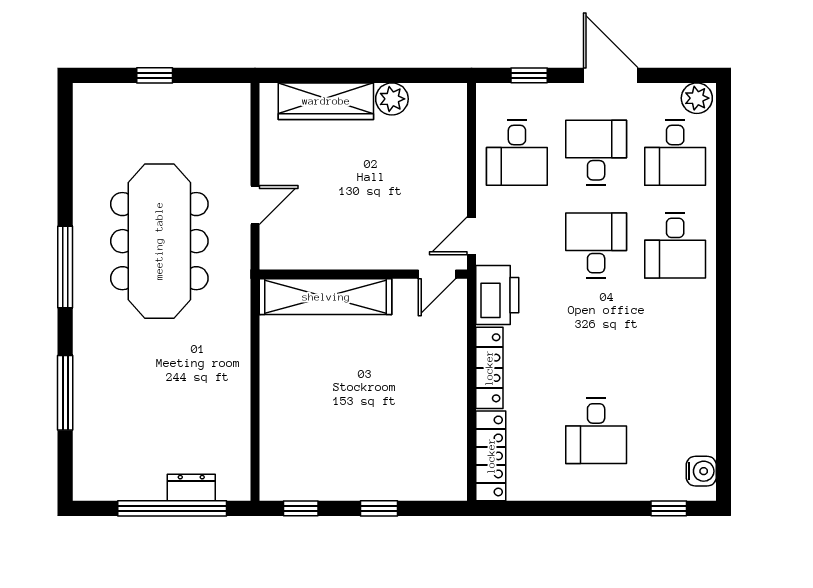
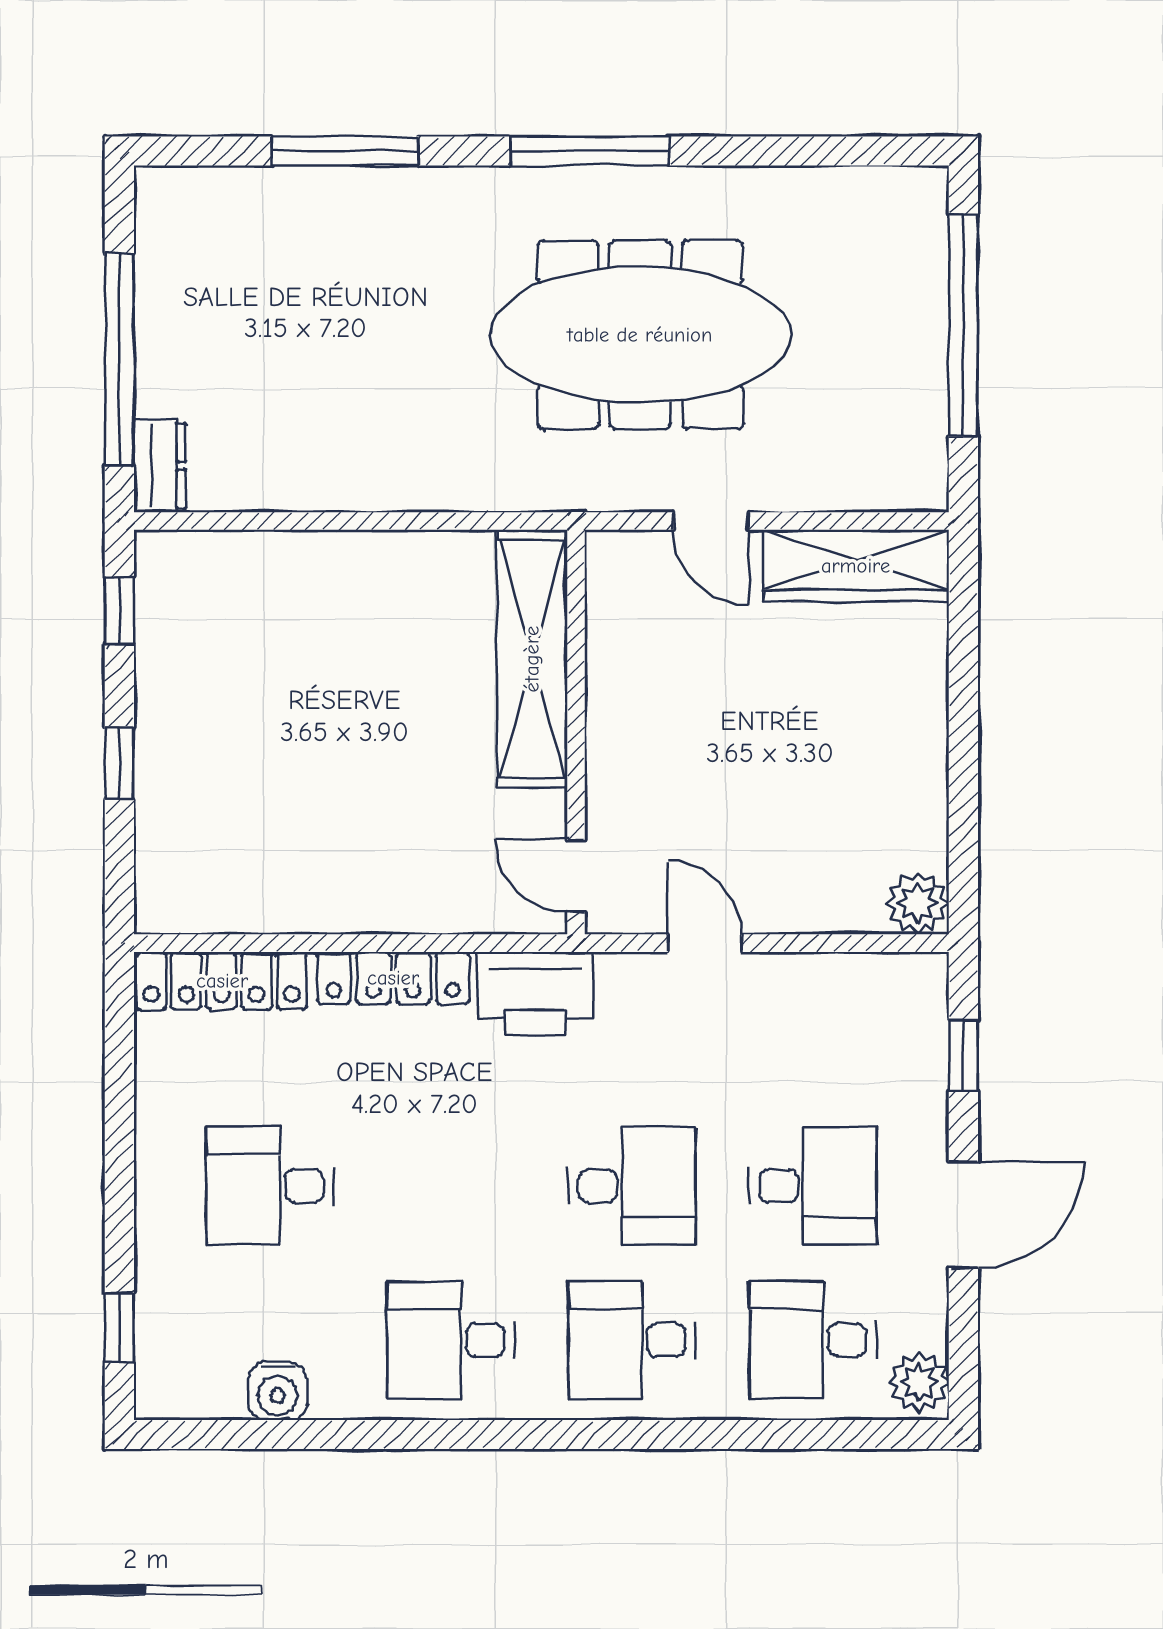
window: (155, 75) -> (963, 325), width x3.17
plant: (392, 99) -> (917, 903), moved
wardrobe: (326, 101) -> (856, 566), moved, turned -90
desk: (517, 153) -> (451, 1340), moved
door: (471, 236) -> (704, 943), moved
water cooler: (701, 471) -> (278, 1391), moved
dresser: (191, 488) -> (160, 466), moved

